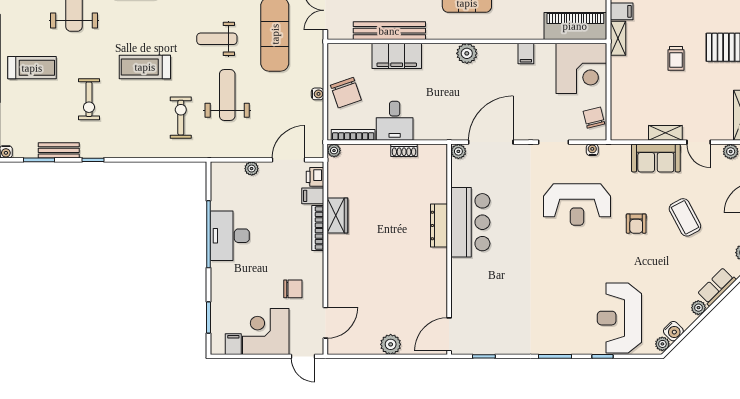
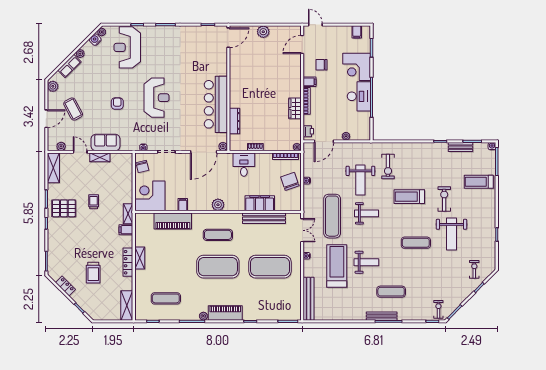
piano: (575, 26) -> (173, 221), moved
treadmill: (145, 67) -> (409, 197), turned 180
treadmill: (32, 68) -> (479, 182), moved
exercise bike: (89, 99) -> (444, 199), moved
desk: (395, 121) -> (244, 165), moved
filing cabinet: (313, 196) -> (310, 82), moved
reception desk: (577, 204) -> (157, 98), moved, turned 90
coffee table: (685, 217) -> (73, 109), moved
bar counter: (470, 222) -> (216, 104), width x1.36
dresser: (439, 225) -> (234, 121), moved
reception desk: (619, 318) -> (127, 47), turned 180
corner desk: (266, 331) -> (357, 67), moved, turned 90

